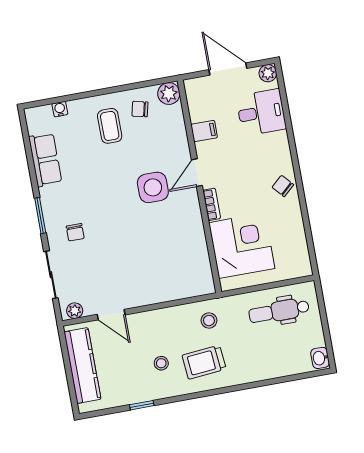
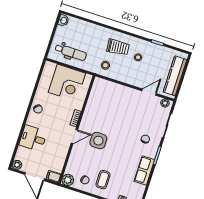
desk: (261, 112) -> (33, 138), moved
filing cabinet: (204, 131) -> (53, 176), moved
row of seats: (45, 160) -> (144, 170), moved
corner desk: (242, 246) -> (67, 83), moved, turned -90
door: (111, 315) -> (149, 92), hinge flipped

